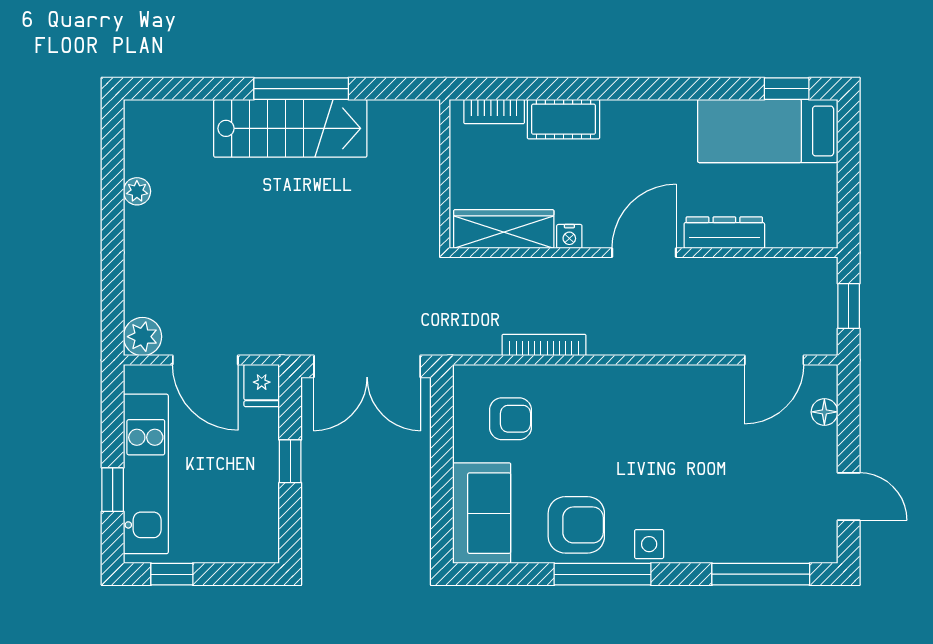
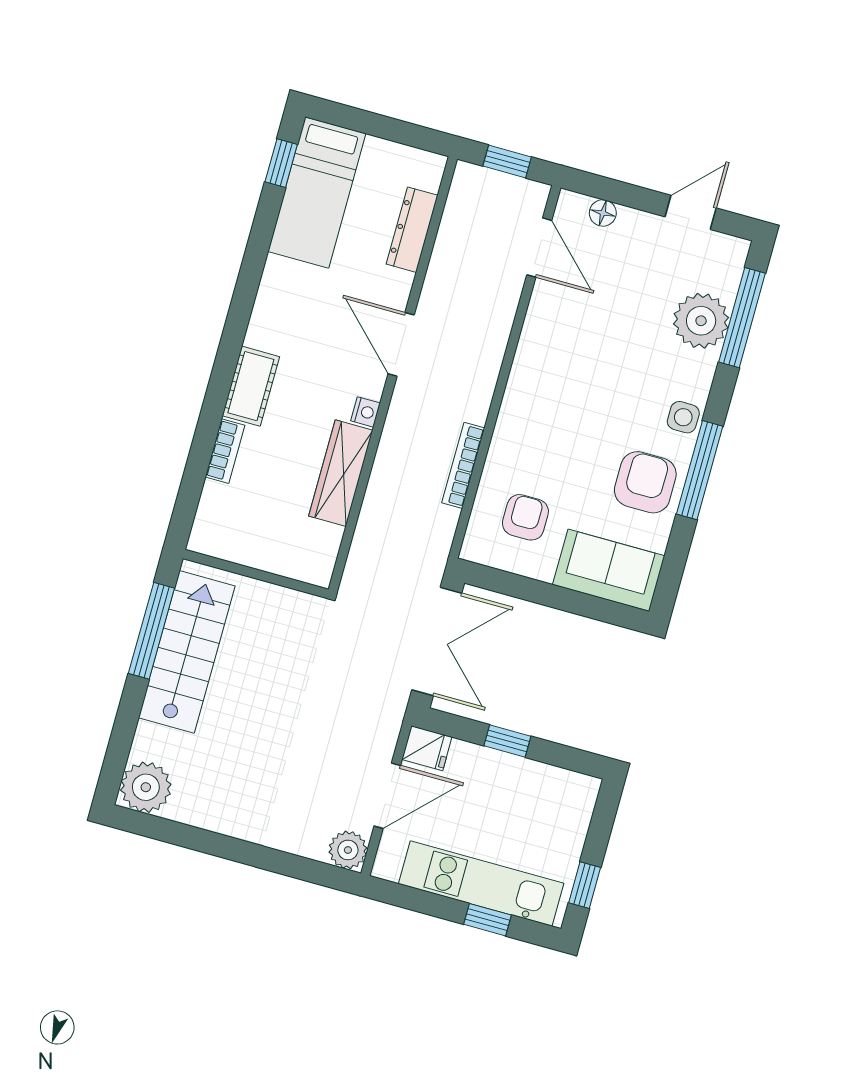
wall: (445, 174) -> (256, 574), moved
plant: (137, 191) -> (146, 787), moved, width x1.88, depth x1.88
dresser: (724, 233) -> (412, 230), moved
plant: (747, 535) -> (701, 321), added

